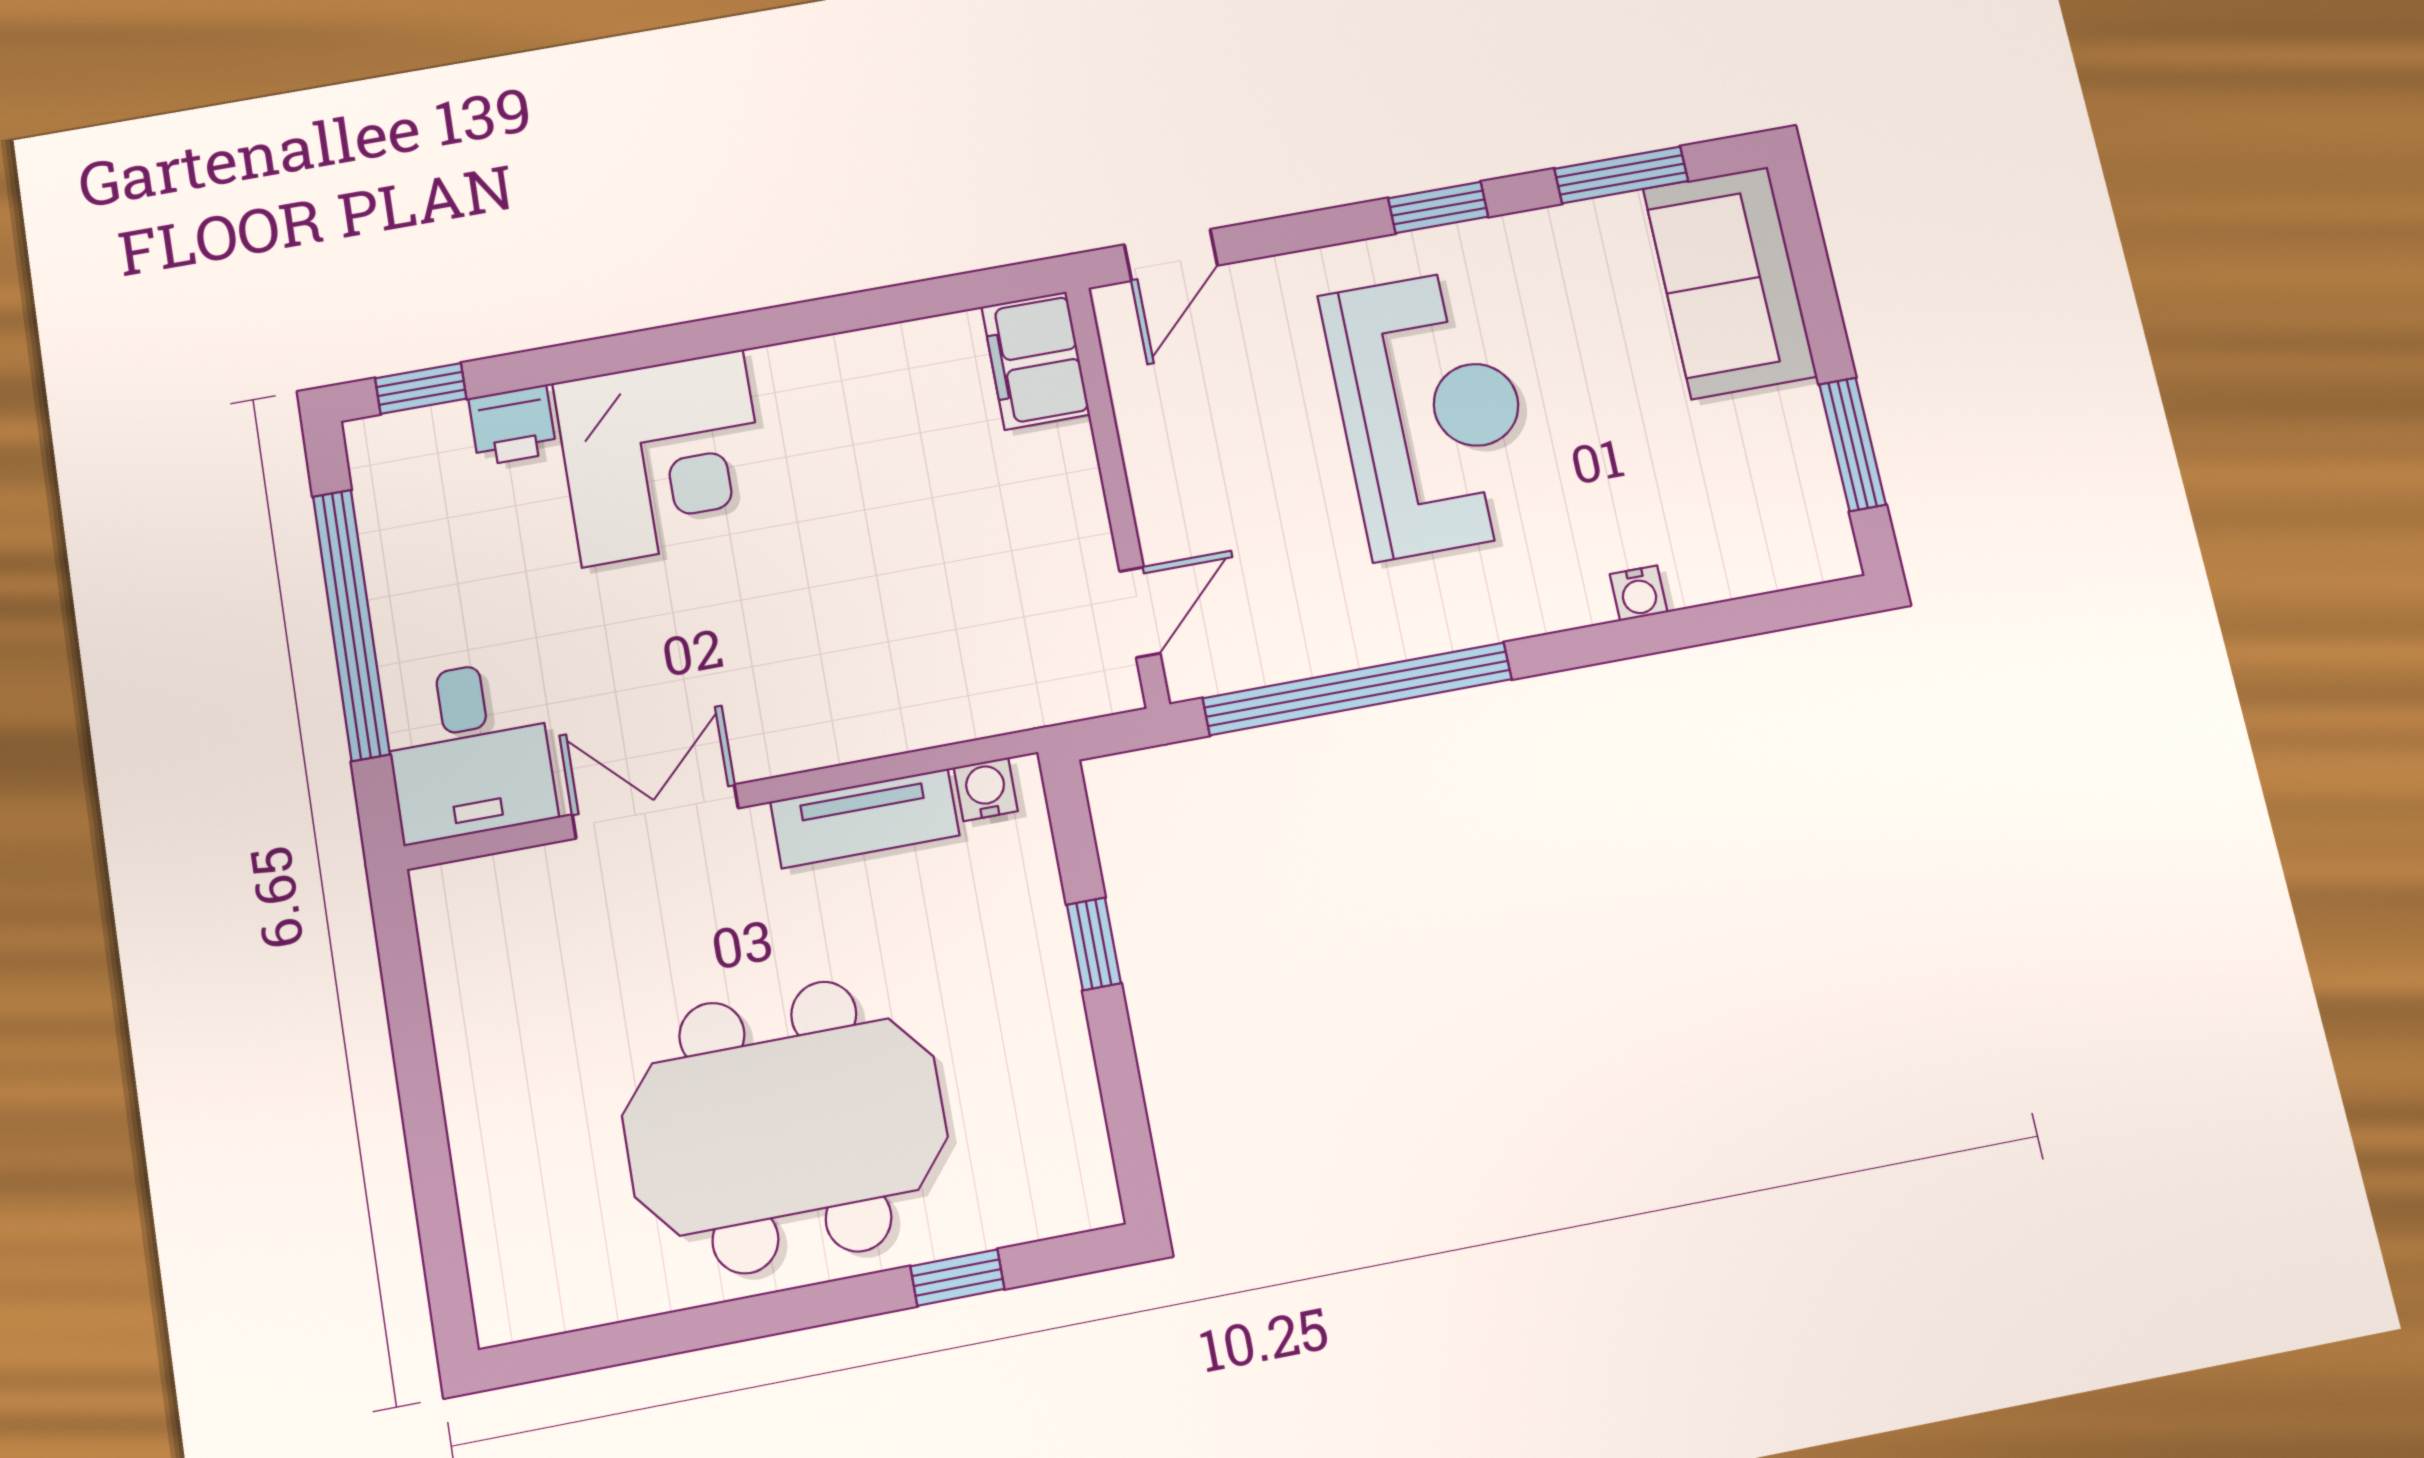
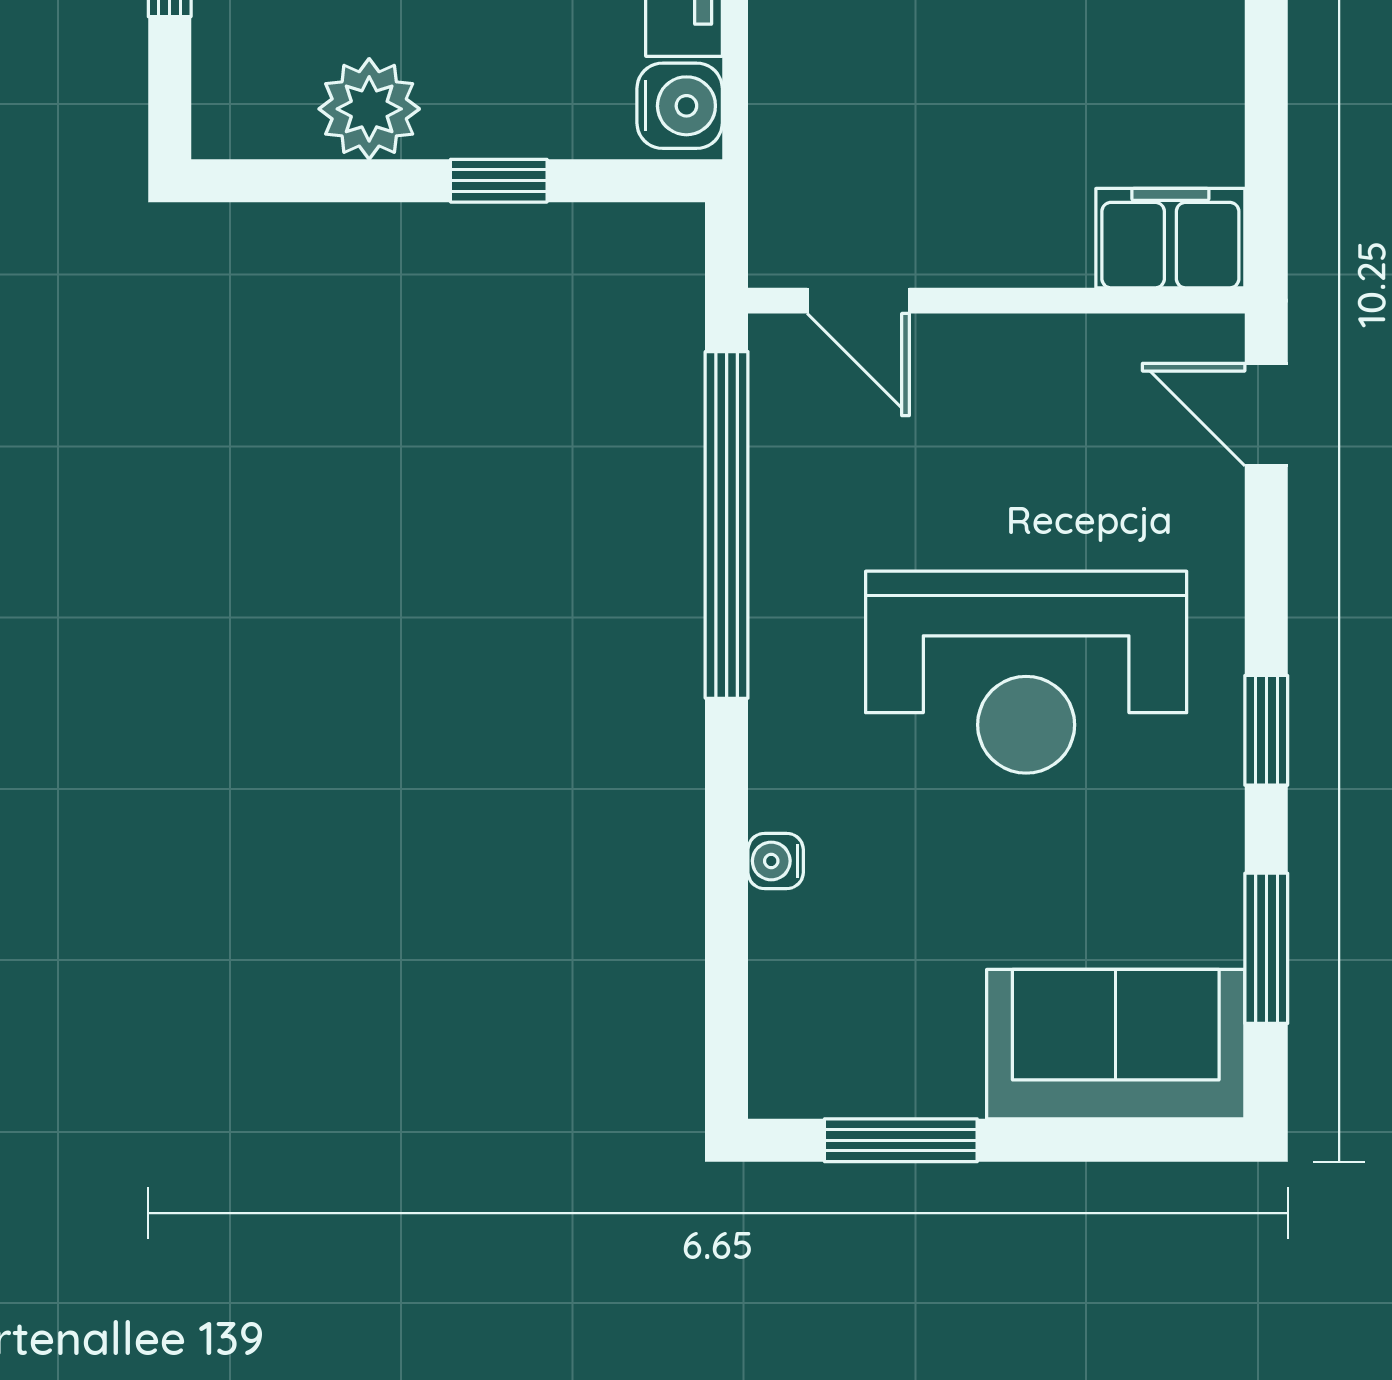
water cooler: (986, 789) -> (680, 106), width x1.38, depth x1.38
plant: (1051, 1072) -> (369, 109), added

